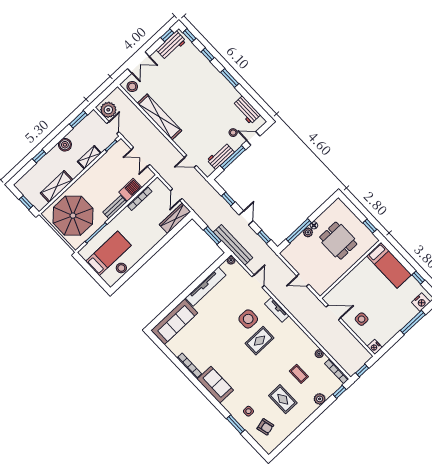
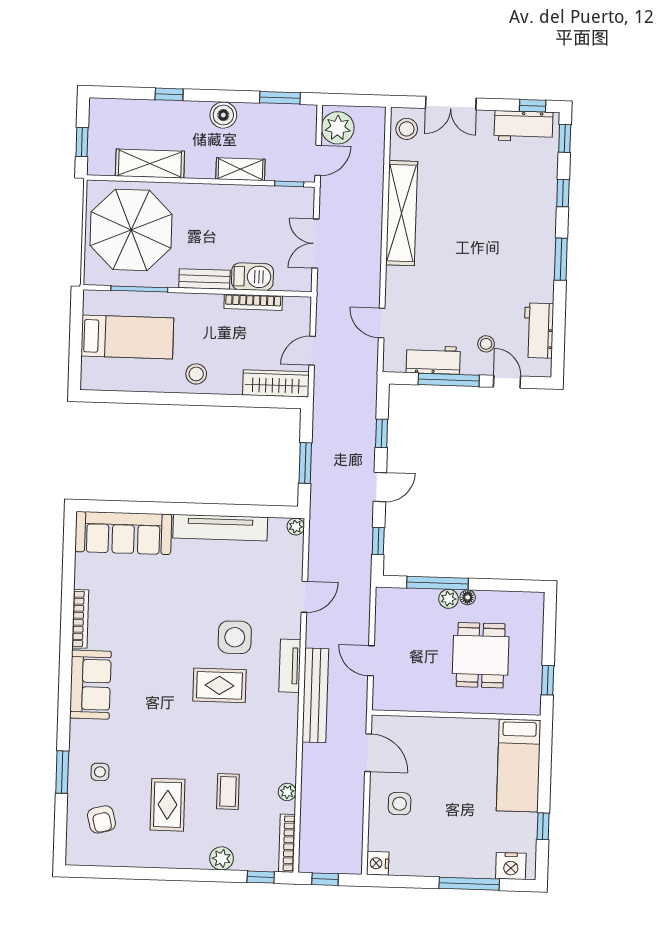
bench: (233, 245) -> (315, 695), moved
stool: (121, 268) -> (196, 374), moved

